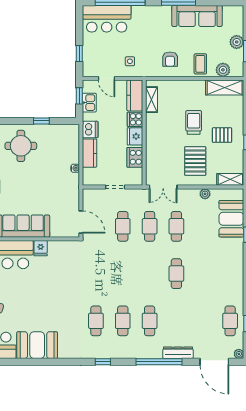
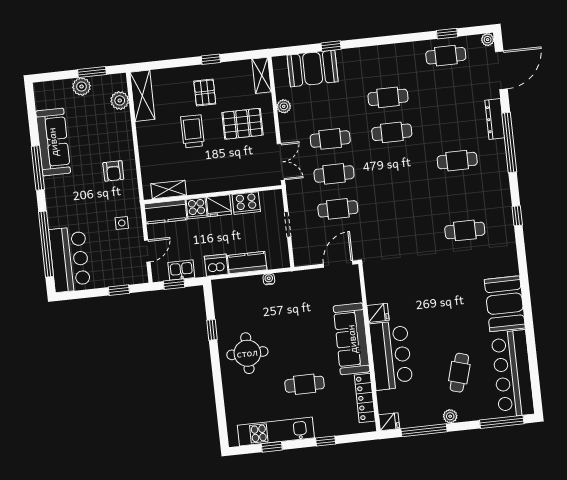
armchair: (170, 59) -> (113, 171), turned 90
coffee table: (200, 64) -> (115, 131), removed
trolley: (194, 122) -> (192, 131), turned 90
cafe table: (123, 321) -> (388, 97), moved

